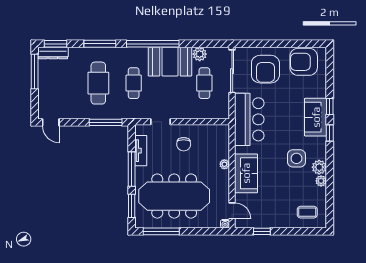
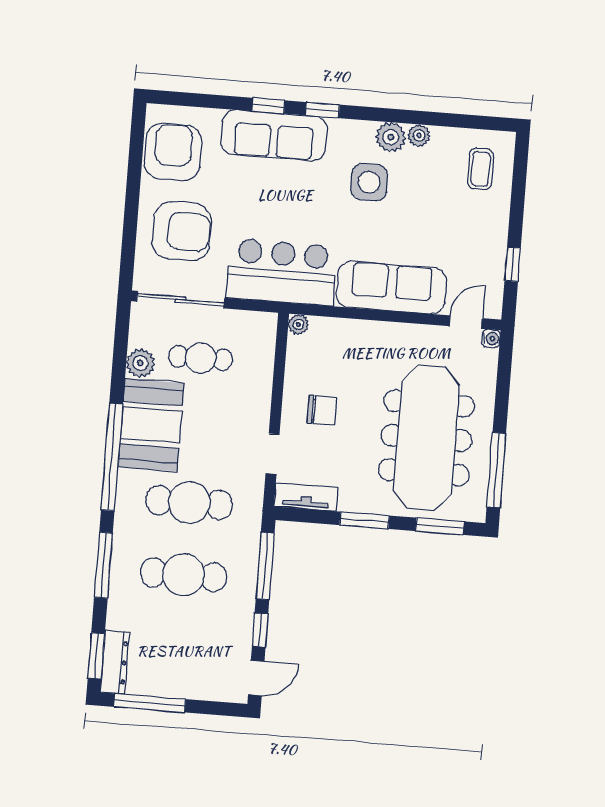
armchair: (304, 62) -> (173, 152), turned 180
cafe table: (134, 83) -> (189, 503), width x1.37, depth x1.35
sofa: (316, 117) -> (274, 135), width x1.36
window: (74, 122) -> (260, 630), added
tv unit: (141, 151) -> (306, 497), moved
plant: (224, 164) -> (298, 324), moved
window: (132, 169) -> (364, 520), width x0.69
sofa: (246, 173) -> (391, 288), width x1.36

